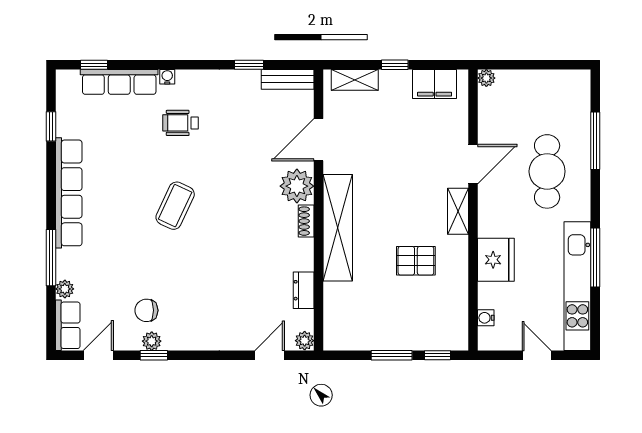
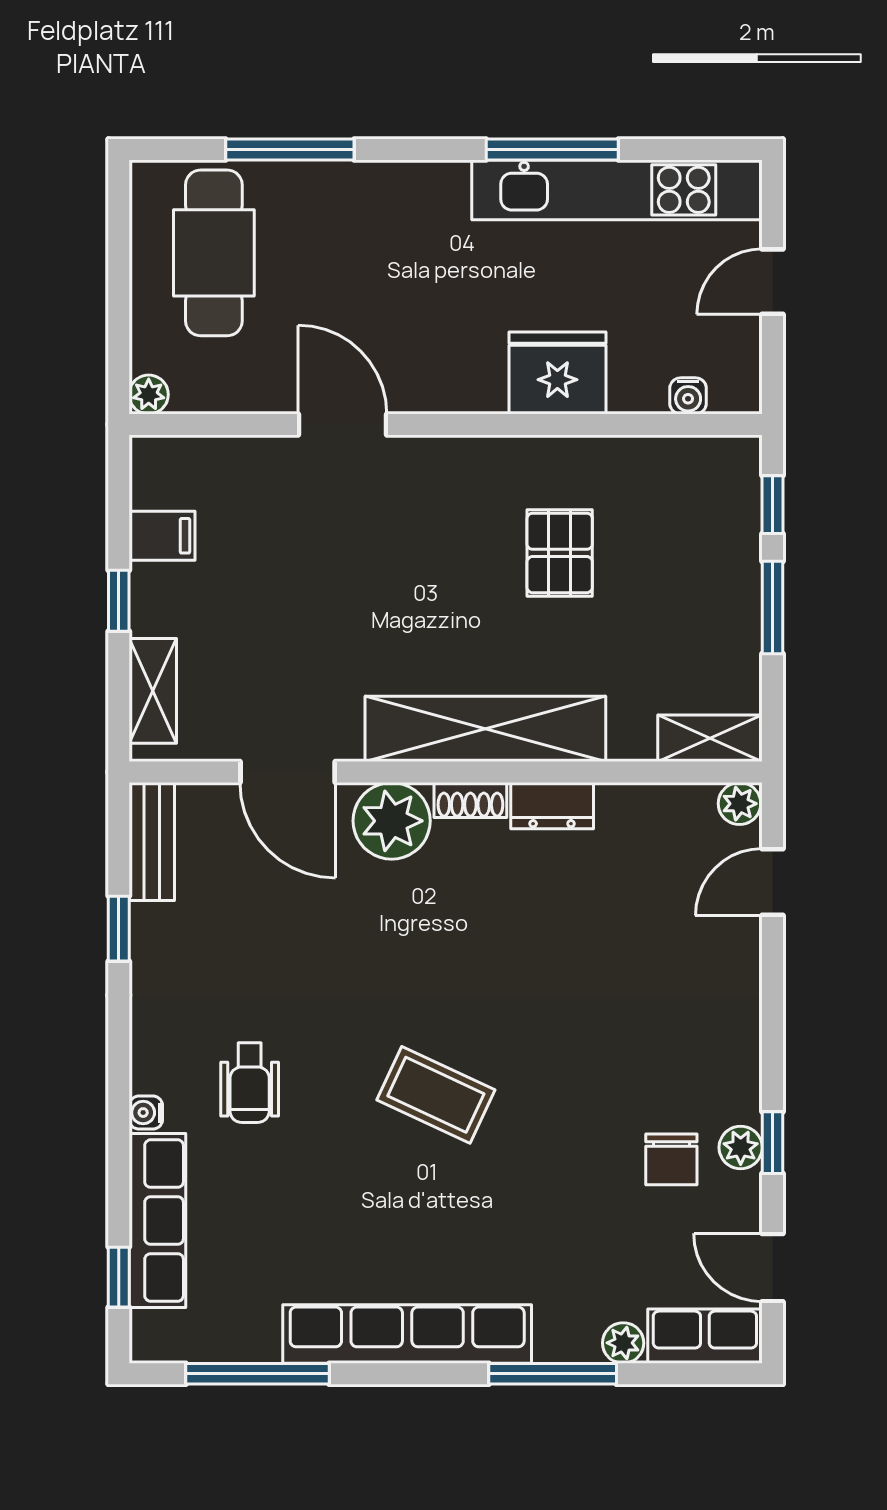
filing cabinet: (435, 84) -> (162, 536), width x0.50
window: (51, 126) -> (258, 1374), width x2.17
cafe table: (547, 171) -> (214, 253), moved, turned 90
shelving: (458, 211) -> (710, 738), moved
dresser: (304, 290) -> (552, 806), moved
door: (270, 355) -> (772, 882), hinge flipped

